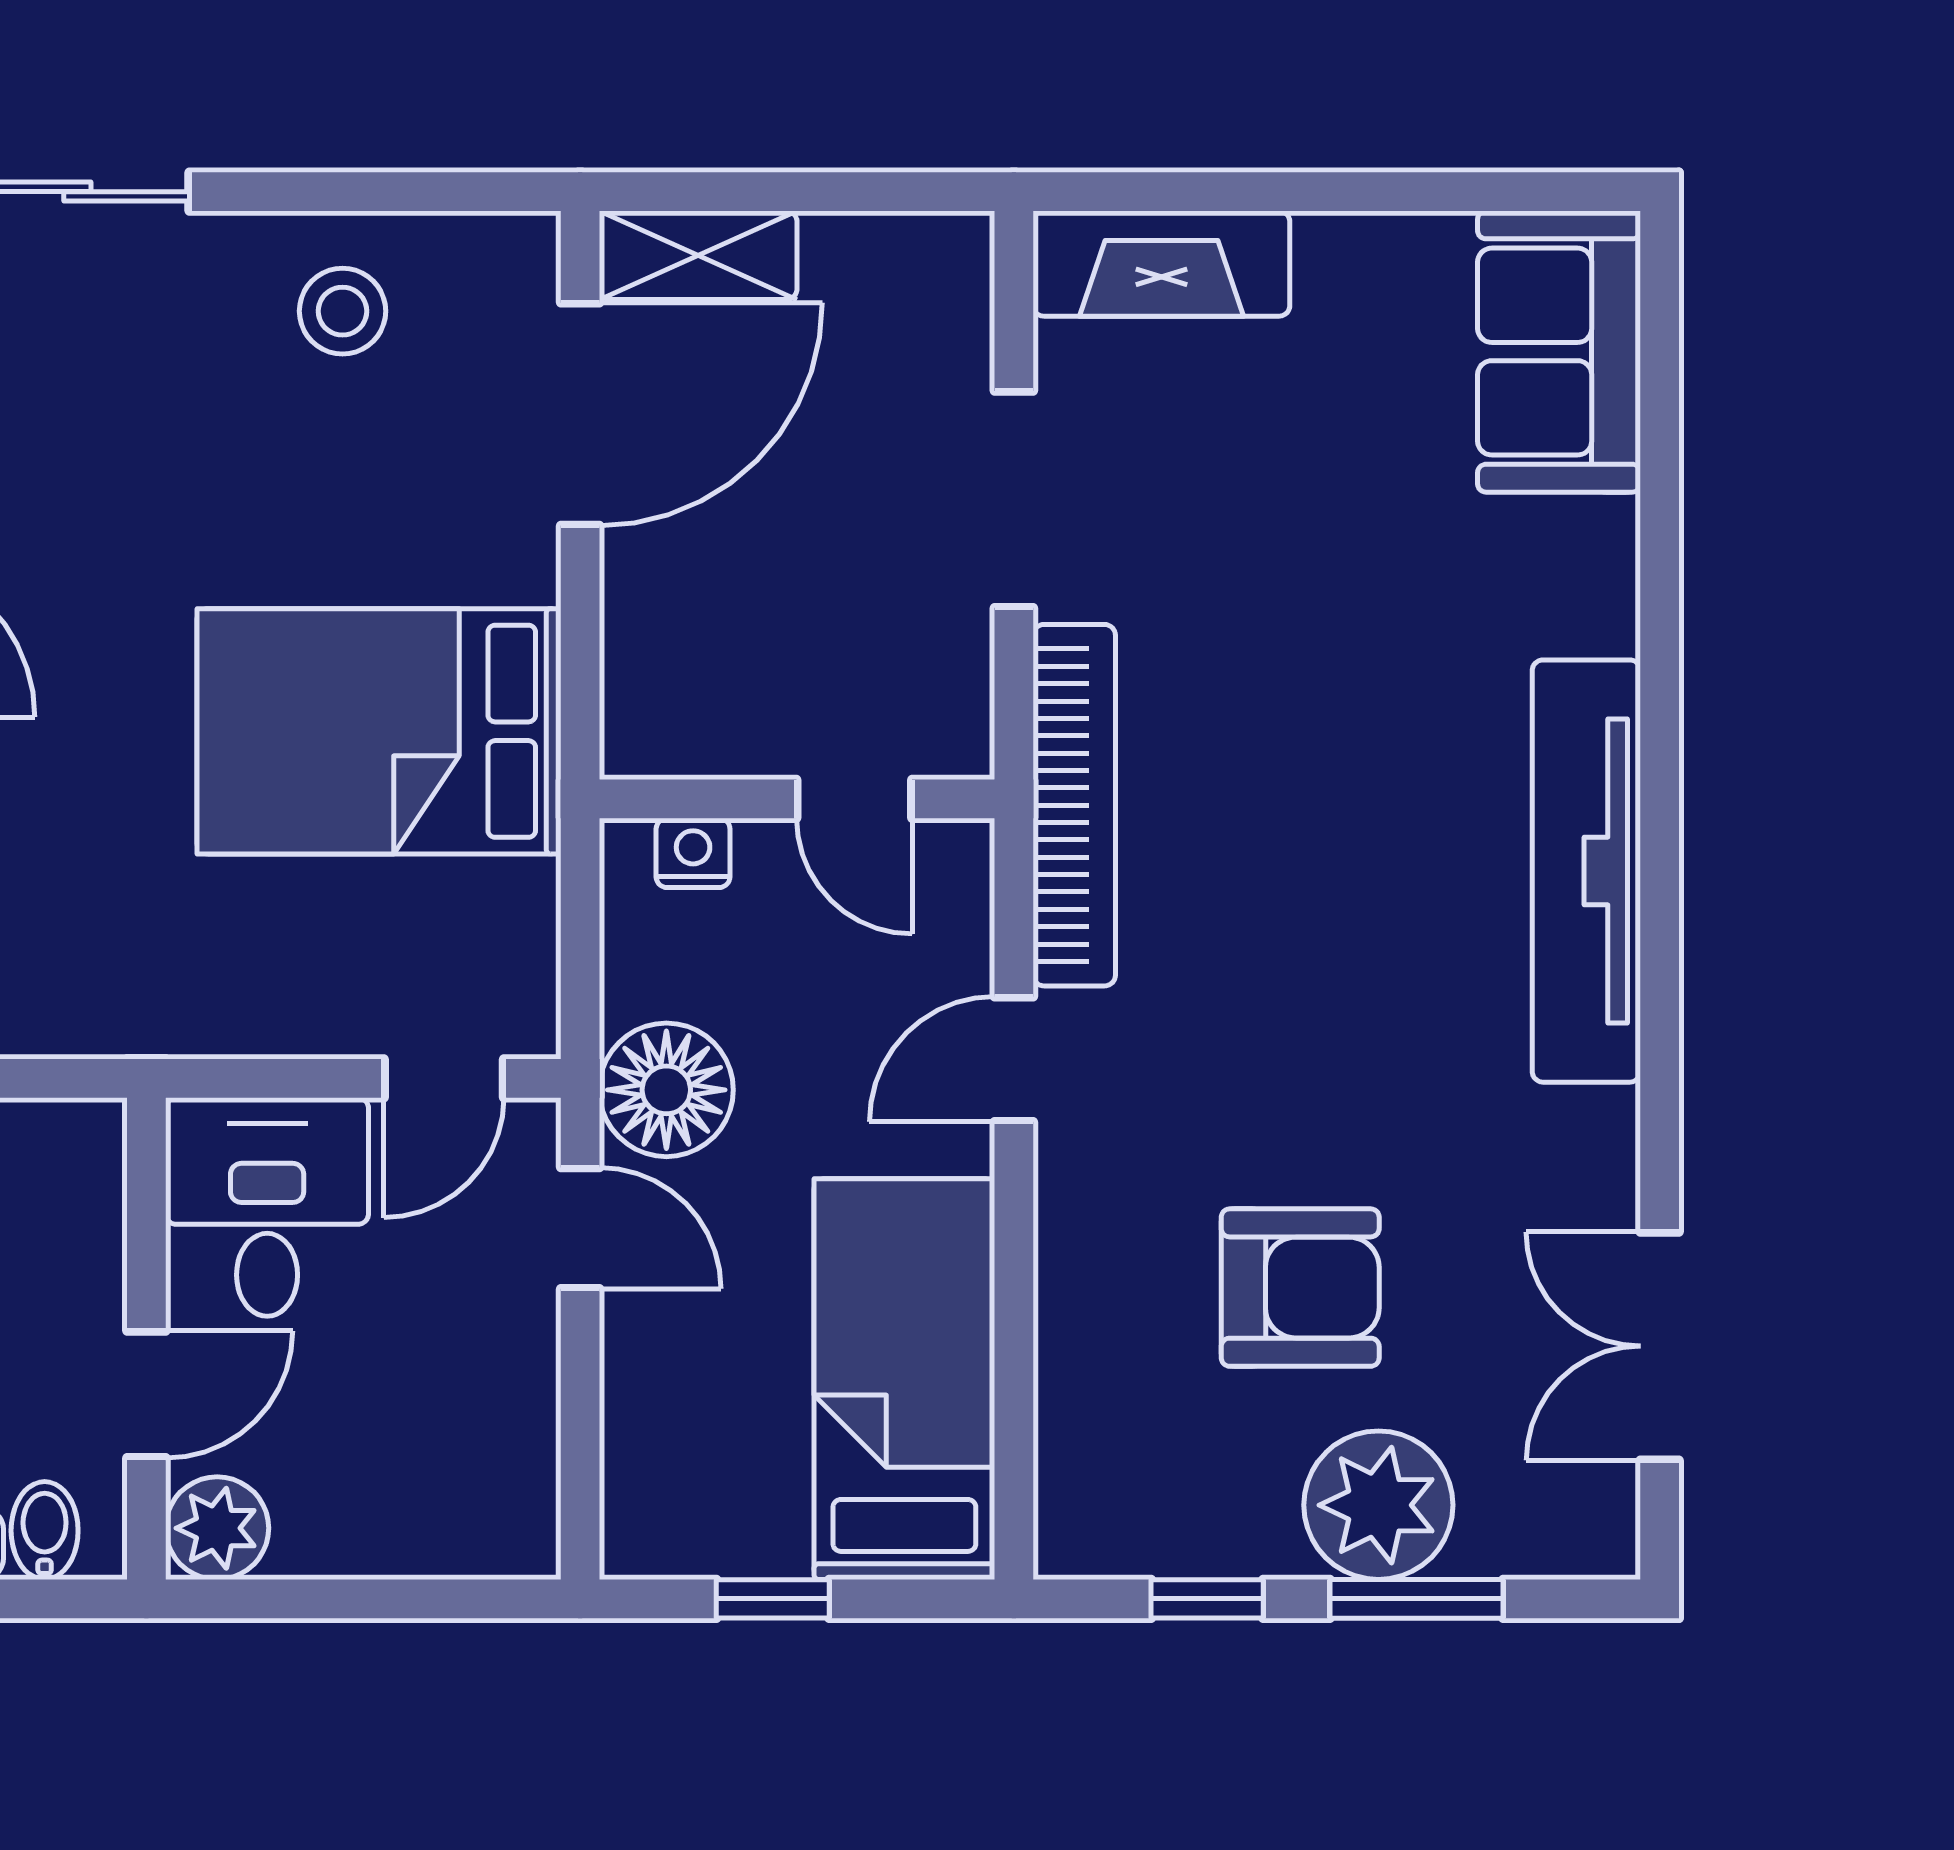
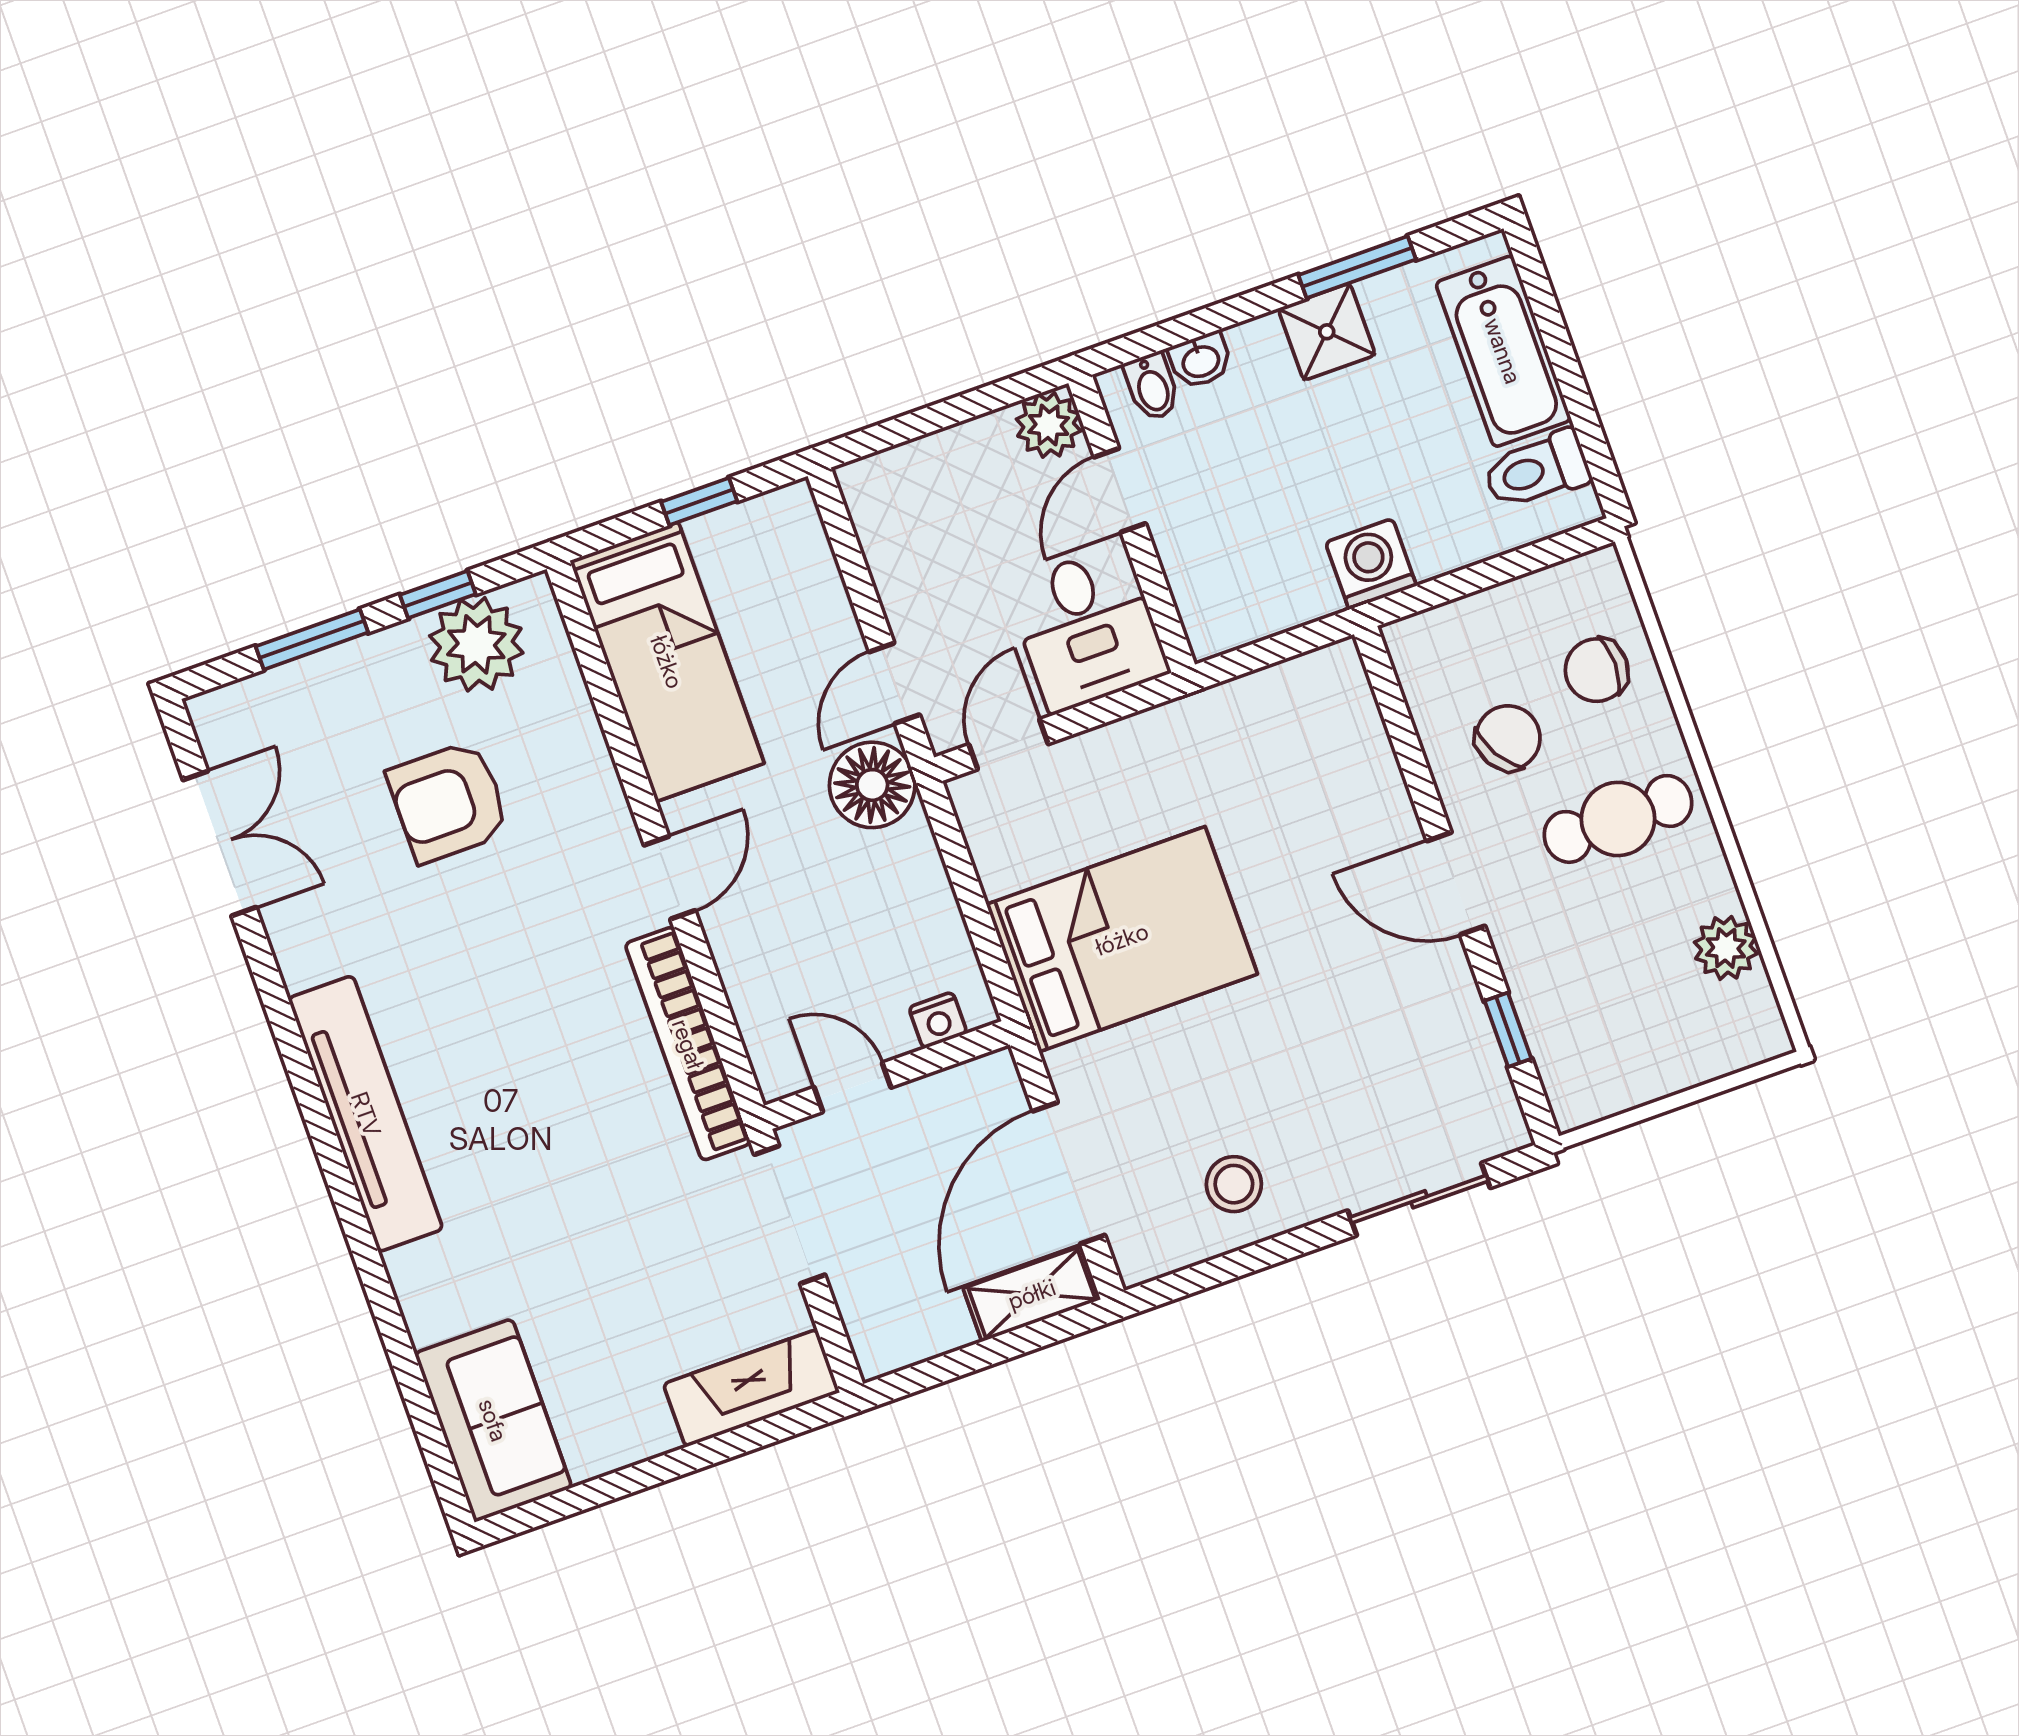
wall: (797, 799) -> (887, 1075), moved
door: (854, 799) -> (852, 1087), moved
nightstand: (693, 853) -> (938, 1020), moved
door: (580, 1228) -> (894, 683), hinge flipped
plant: (1378, 1505) -> (476, 644), moved

